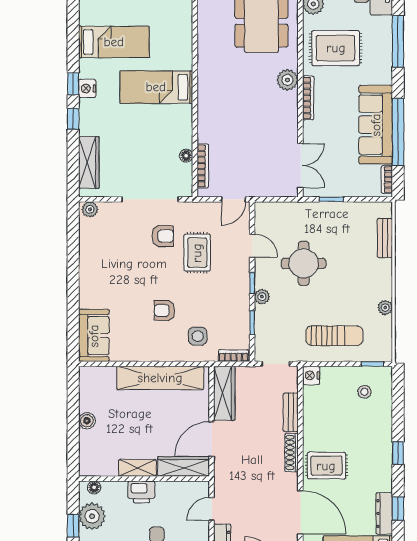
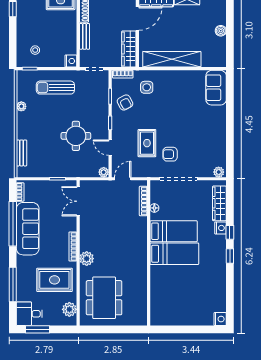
bed: (114, 42) -> (174, 231), moved, turned 180
nightstand: (87, 88) -> (221, 228), moved
plant: (262, 297) -> (104, 172), moved
armchair: (164, 310) -> (125, 102), moved, turned 61

